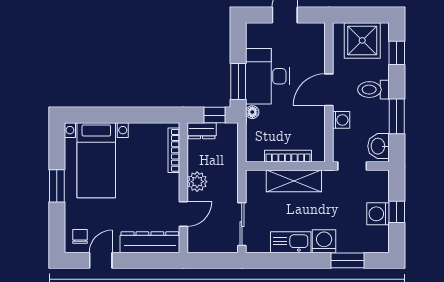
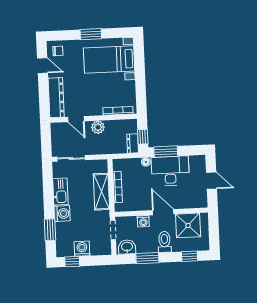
shower: (362, 40) -> (188, 225), moved
dresser: (202, 131) -> (133, 143), moved
window: (397, 212) -> (72, 262), moved

